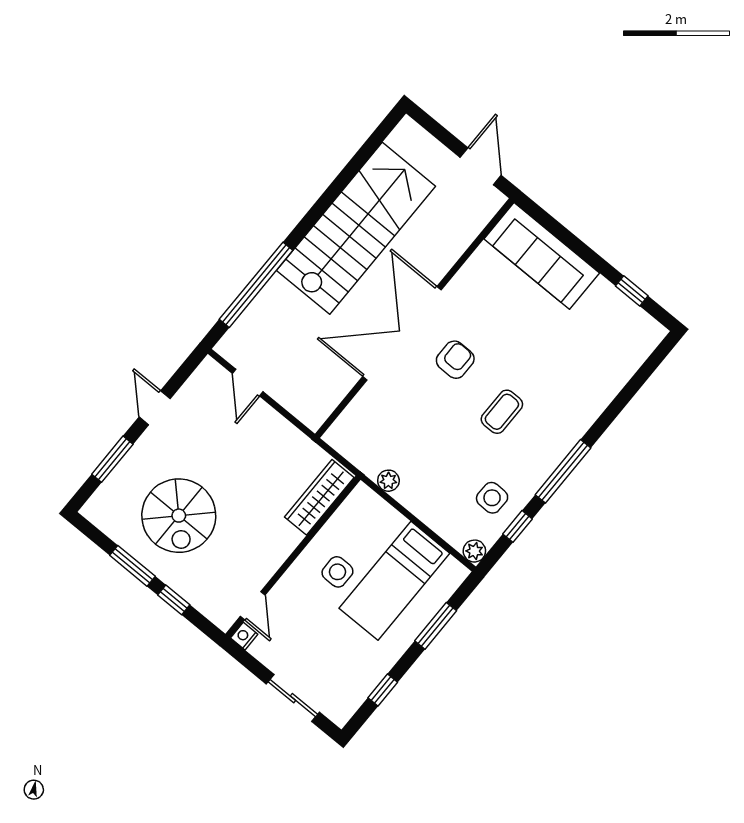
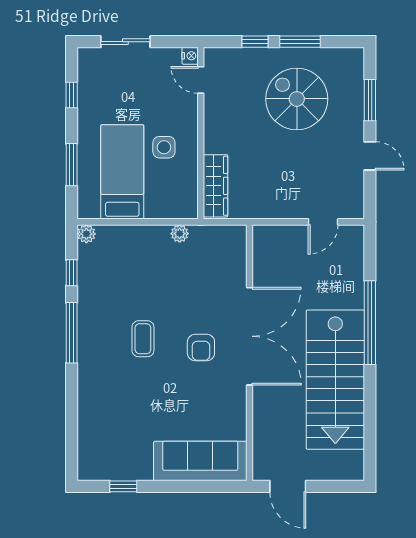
window: (256, 285) -> (370, 323), moved
door: (248, 383) -> (323, 222), swing flipped
side table: (492, 498) -> (103, 278), removed

